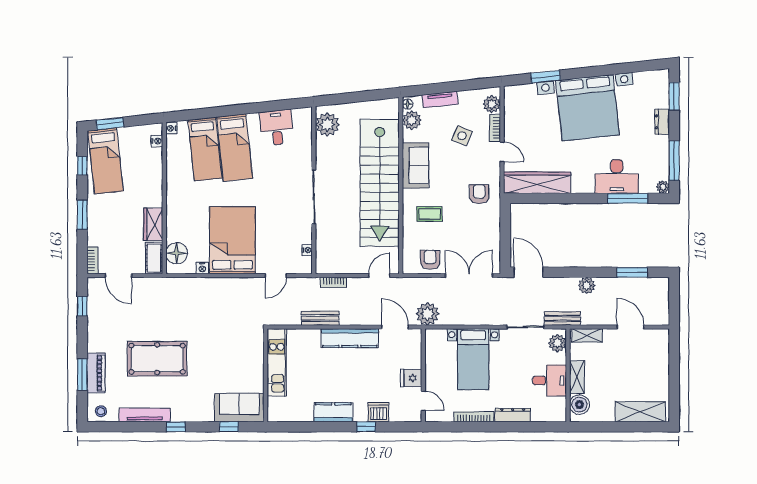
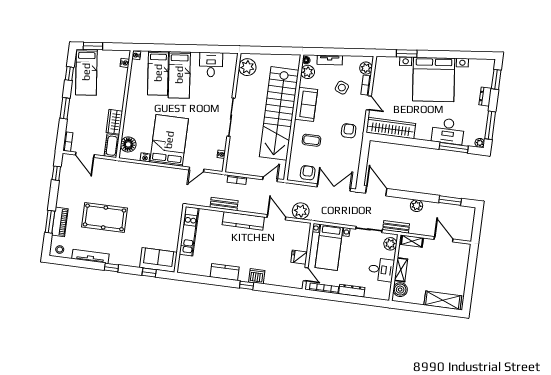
wall: (423, 375) -> (308, 256), moved
fridge: (411, 378) -> (299, 257), moved
door: (423, 401) -> (306, 274), moved

